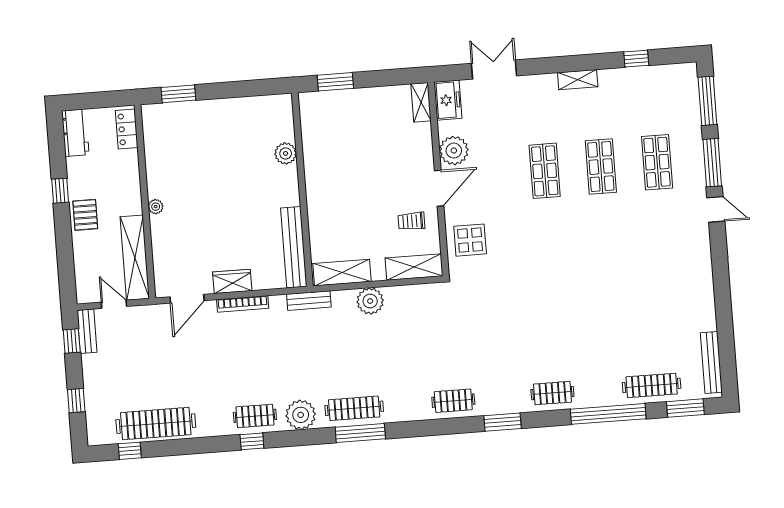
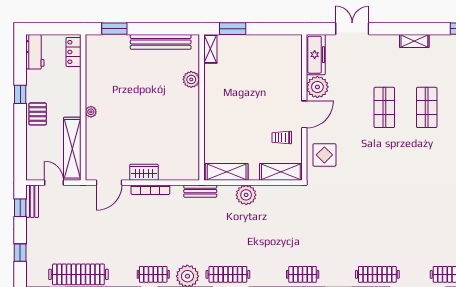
freezer: (448, 100) -> (316, 55), width x1.40
shelving: (421, 102) -> (210, 49), moved
bench: (294, 247) -> (161, 42), moved, turned 90
clothes rail: (552, 393) -> (377, 274), width x1.36

